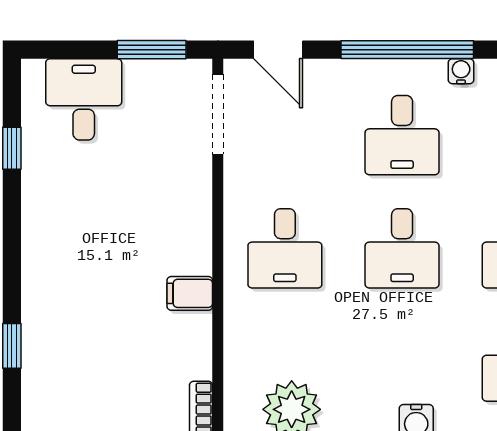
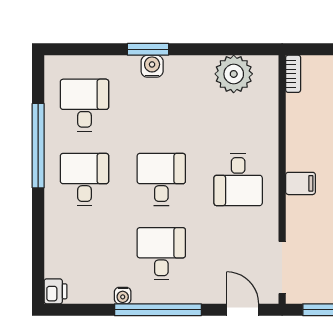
desk: (285, 248) -> (238, 179), turned 180
filing cabinet: (190, 293) -> (300, 183), moved

